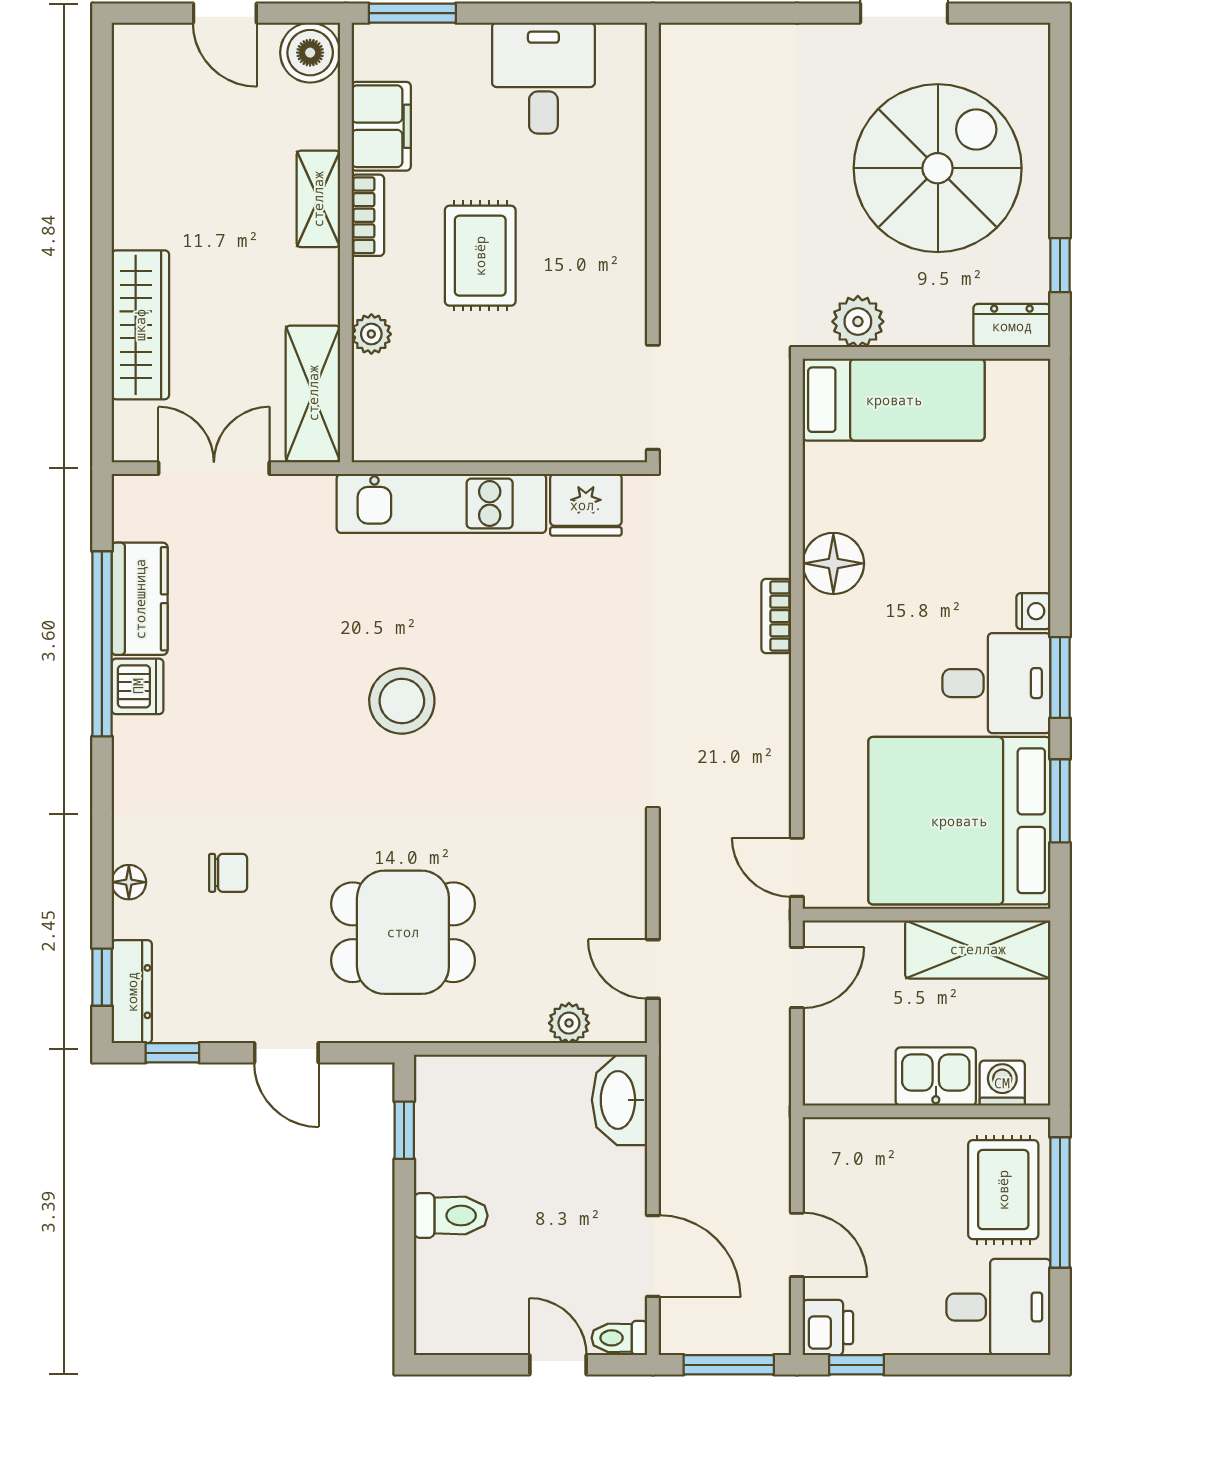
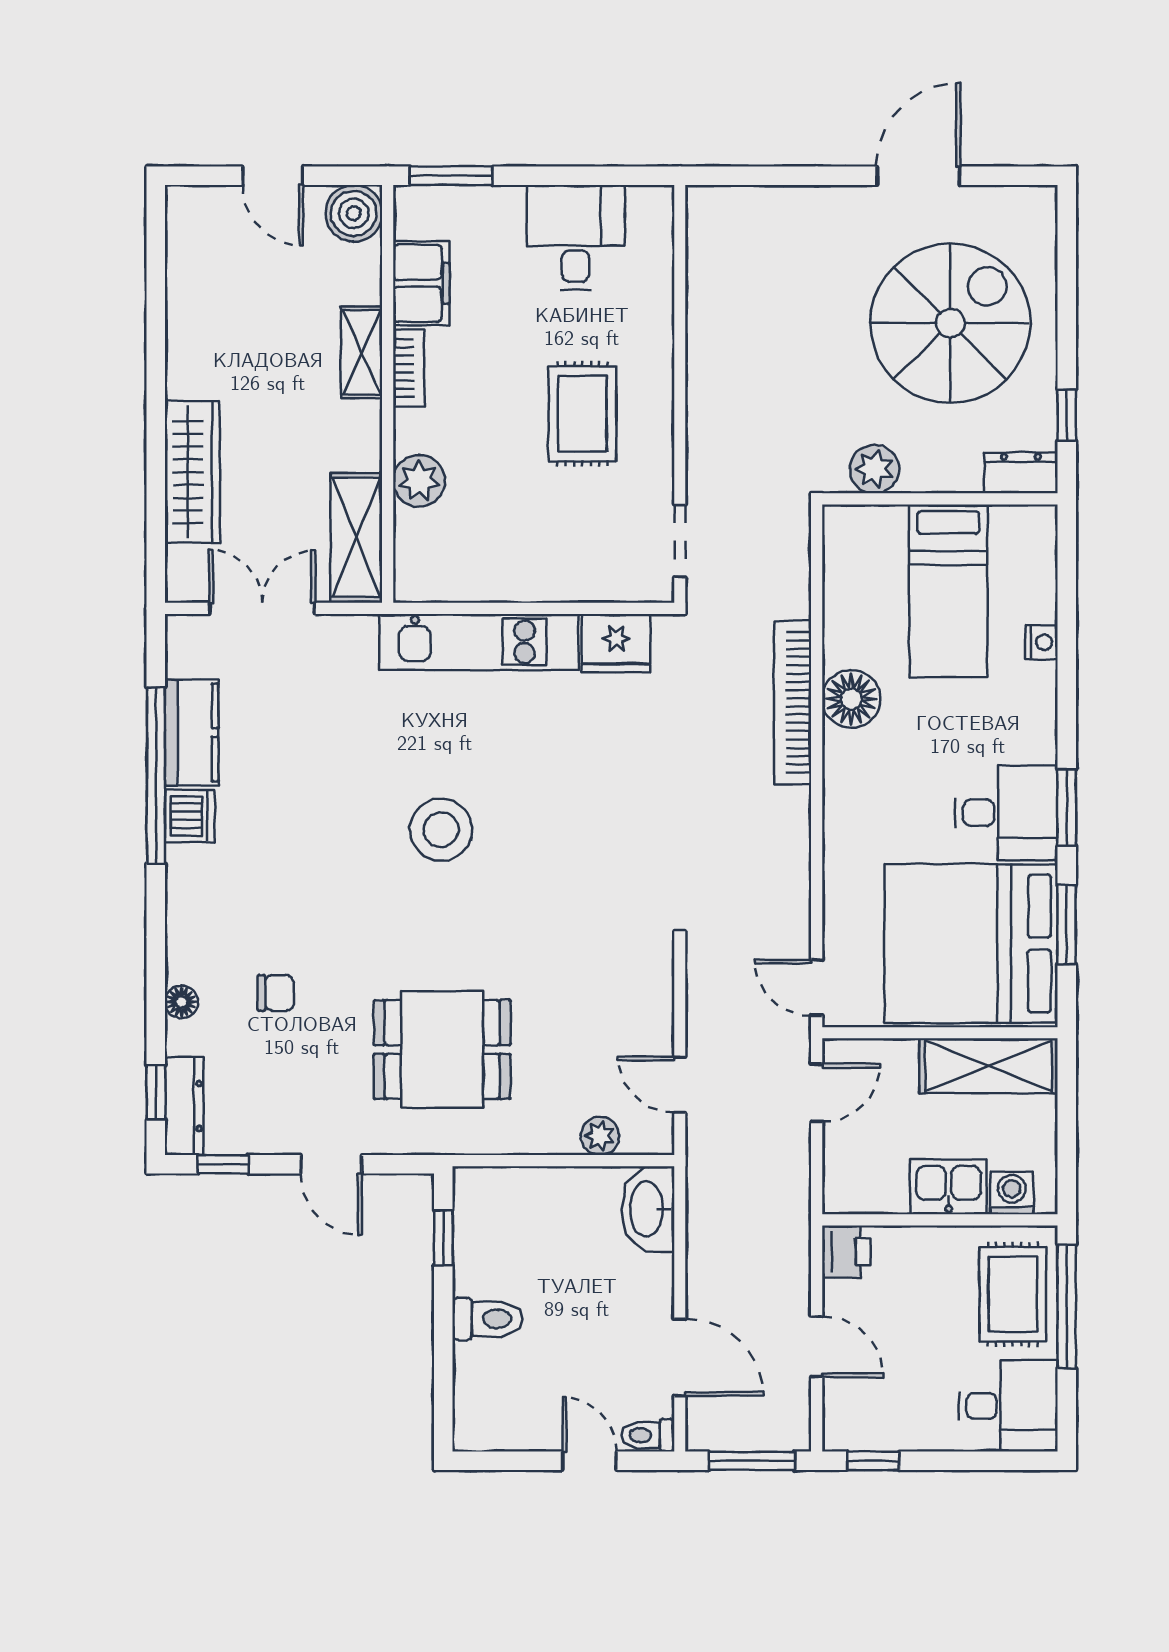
rug: (480, 256) -> (582, 414), moved
plant: (371, 334) -> (419, 481), width x1.38, depth x1.38
doorway: (653, 397) -> (680, 541), width x0.73
bed: (894, 400) -> (948, 591), moved, turned 90
nightstand: (1033, 611) -> (1041, 642), moved
bookcase: (776, 616) -> (793, 703), width x2.31, depth x1.31
printer: (828, 1328) -> (846, 1252), moved

